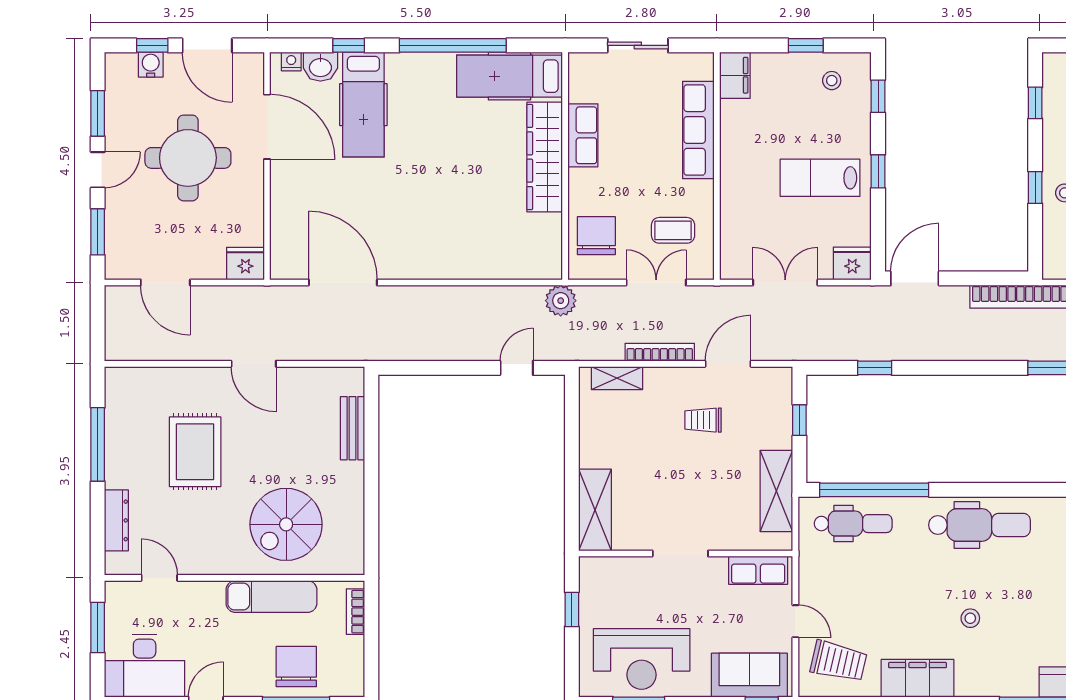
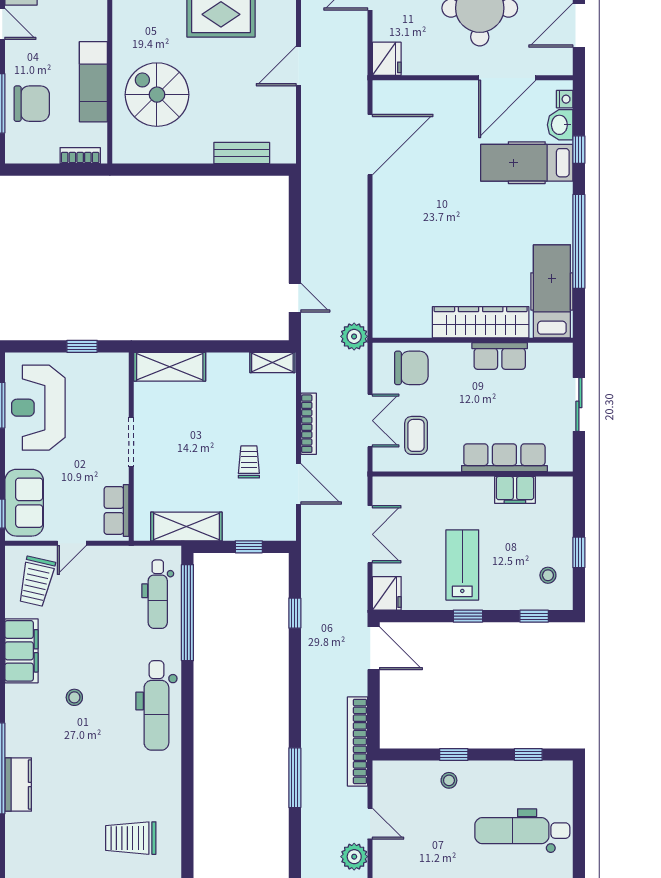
filing cabinet: (735, 75) -> (515, 490), moved
shelving: (617, 378) -> (272, 362), moved, turned 90

